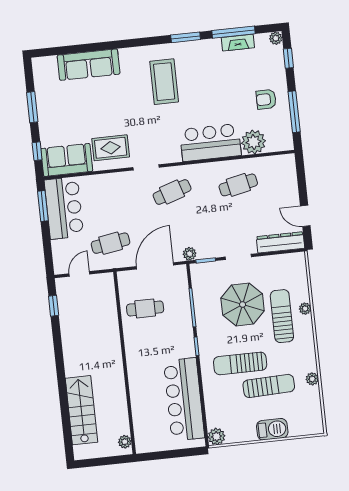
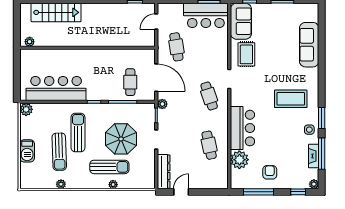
side table: (203, 52) -> (309, 130), added
door: (79, 274) -> (156, 22), swing flipped
cafe table: (145, 308) -> (130, 82), moved

